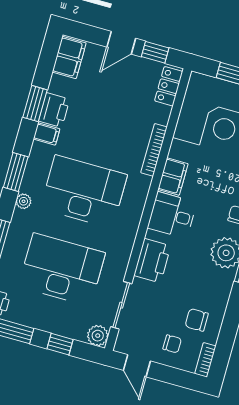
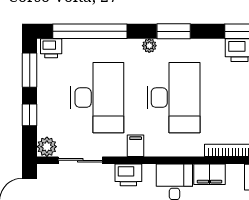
filing cabinet: (47, 134) -> (136, 146), moved, turned 180
printer: (152, 261) -> (128, 175), width x0.73, depth x0.84

